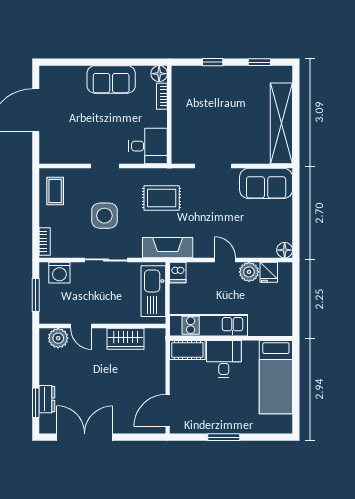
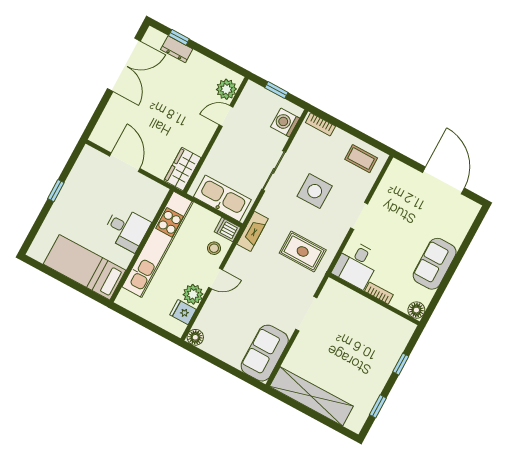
bookcase: (162, 96) -> (379, 293), moved
rug: (162, 198) -> (303, 251), turned 90
fireplace: (168, 248) -> (252, 231), width x0.73, depth x0.76
stool: (200, 275) -> (214, 248), added
window: (36, 295) -> (276, 90), width x0.67
kitchen unit: (208, 325) -> (158, 244), width x1.36
wardrobe: (126, 339) -> (182, 169), moved
cot: (187, 350) -> (152, 200), removed
window: (36, 403) -> (179, 37), width x0.67
door: (168, 410) -> (125, 162), moved
window: (224, 437) -> (56, 191), width x0.67

